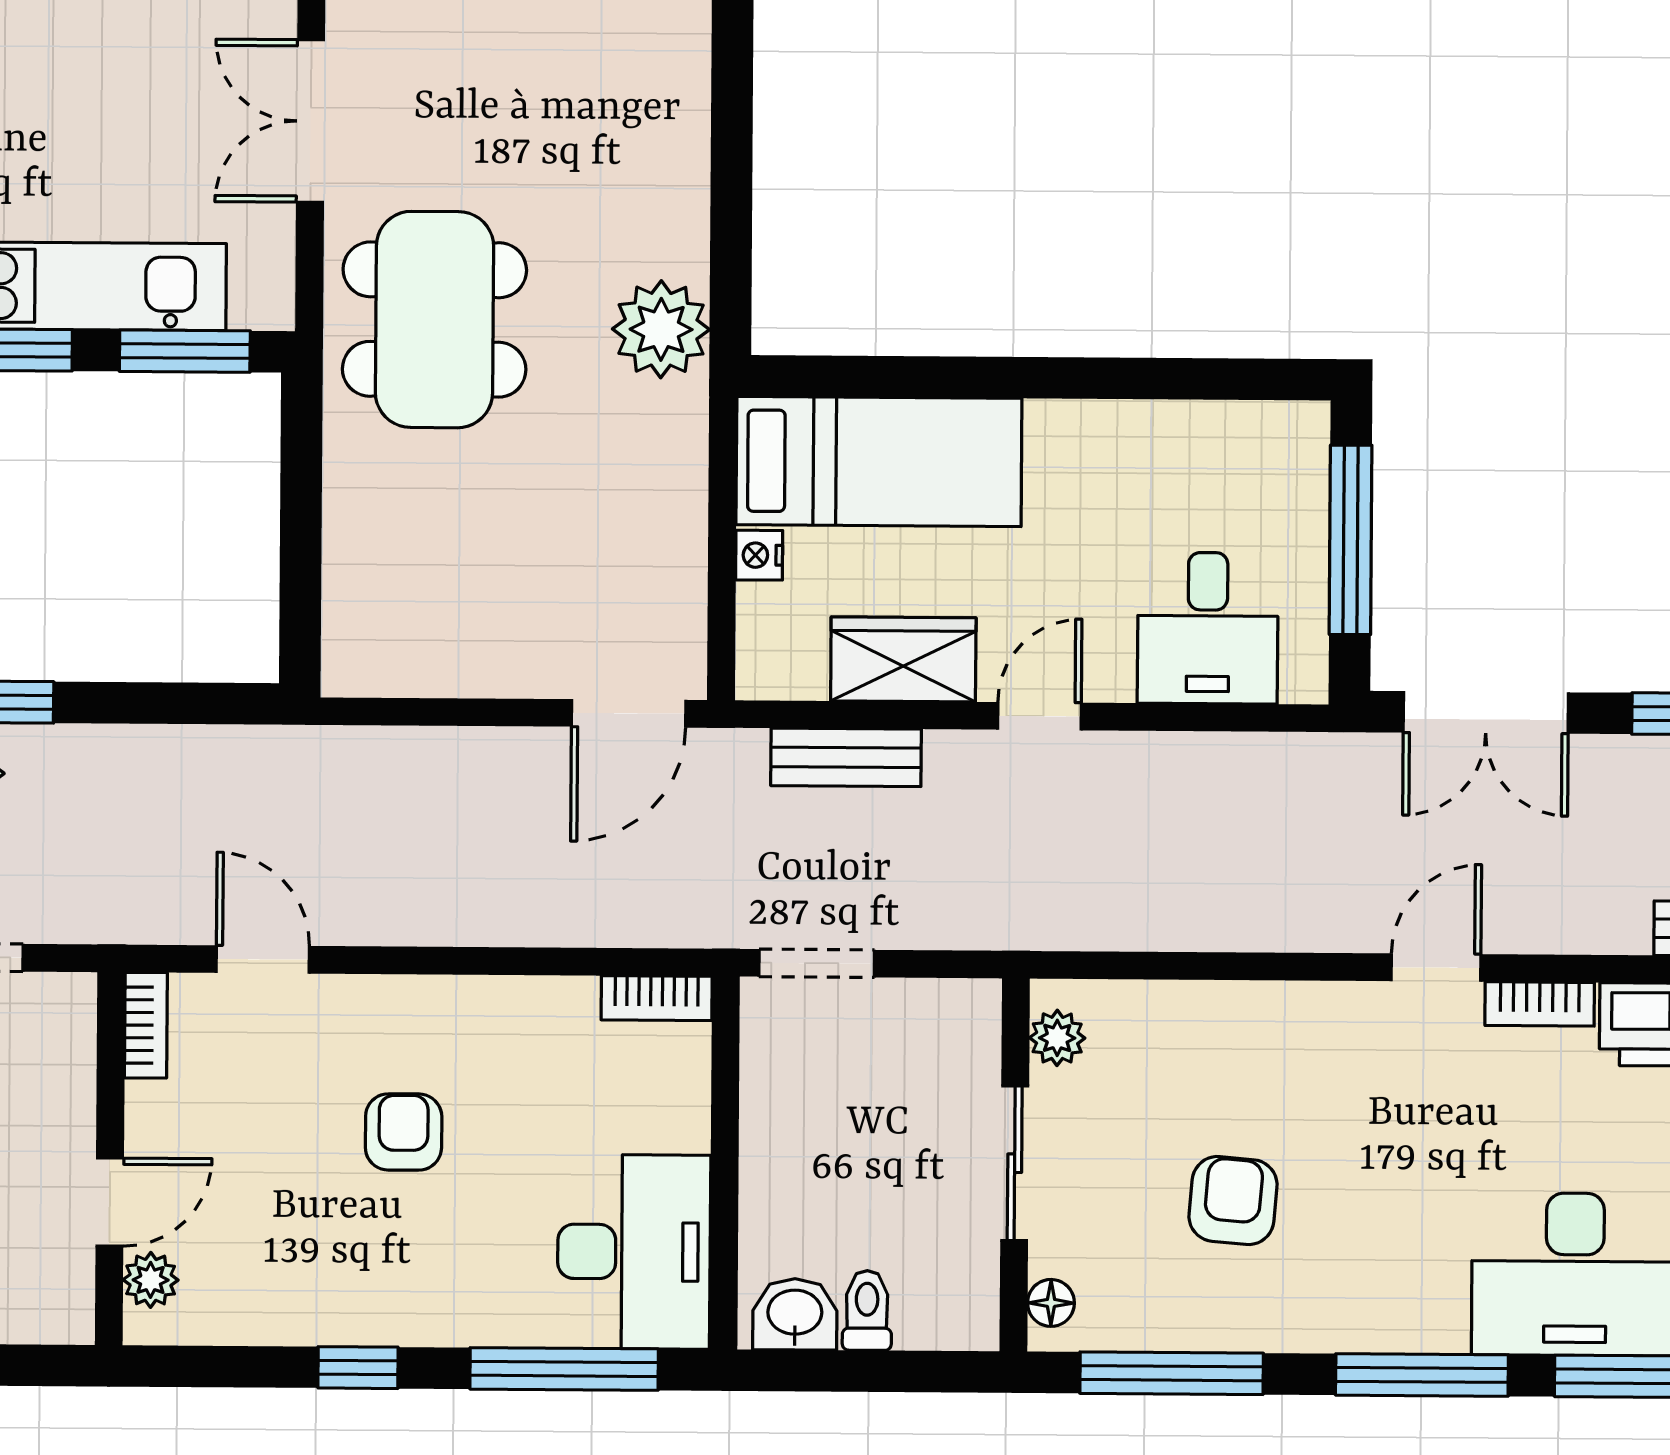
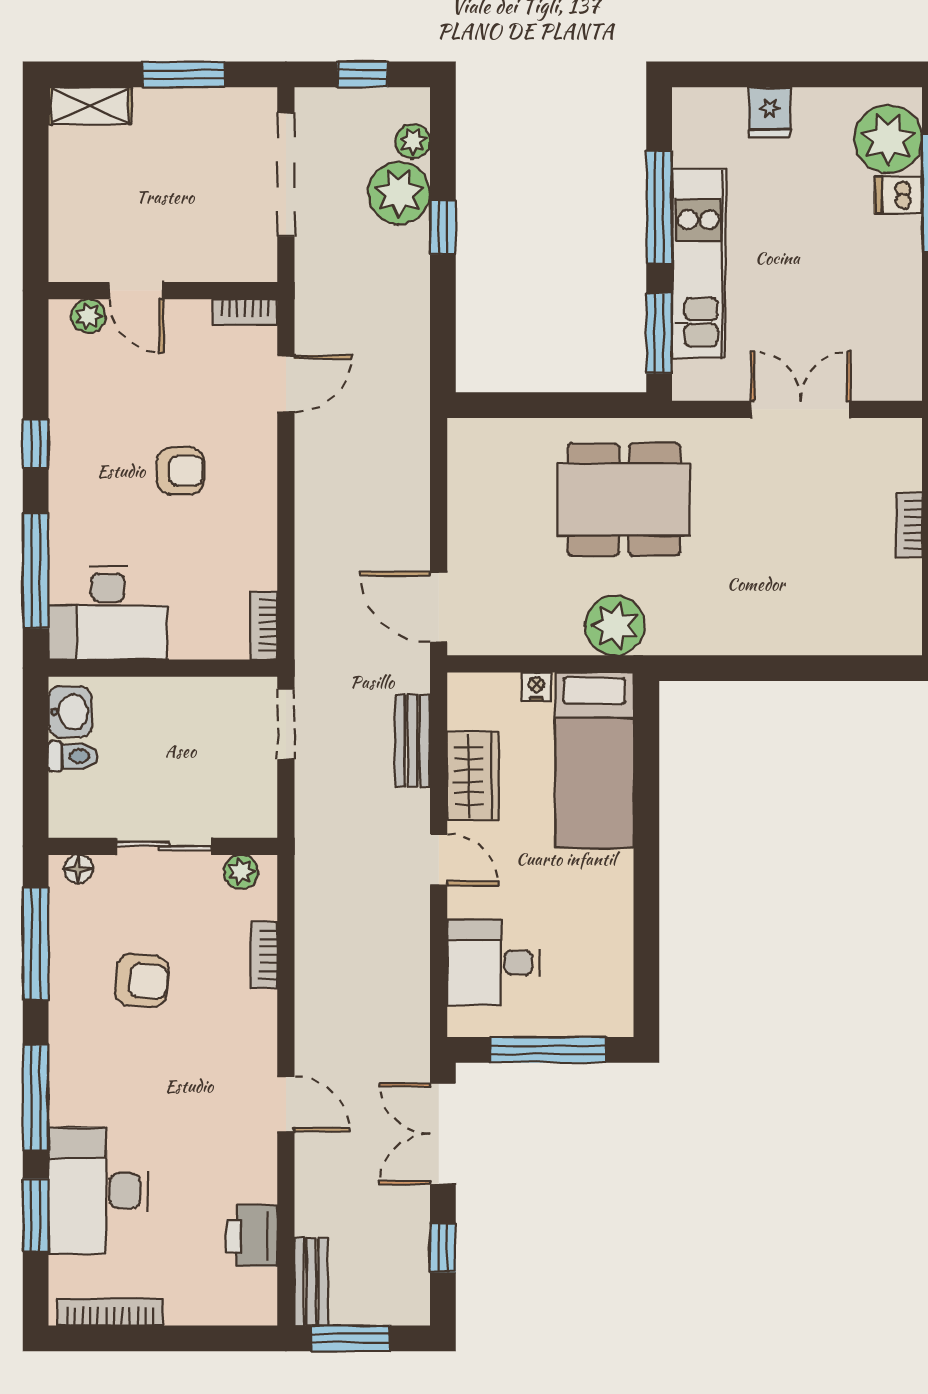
dining table: (434, 320) -> (624, 500), moved
plant: (661, 329) -> (615, 626), moved
bookcase: (1540, 1004) -> (264, 955), moved

